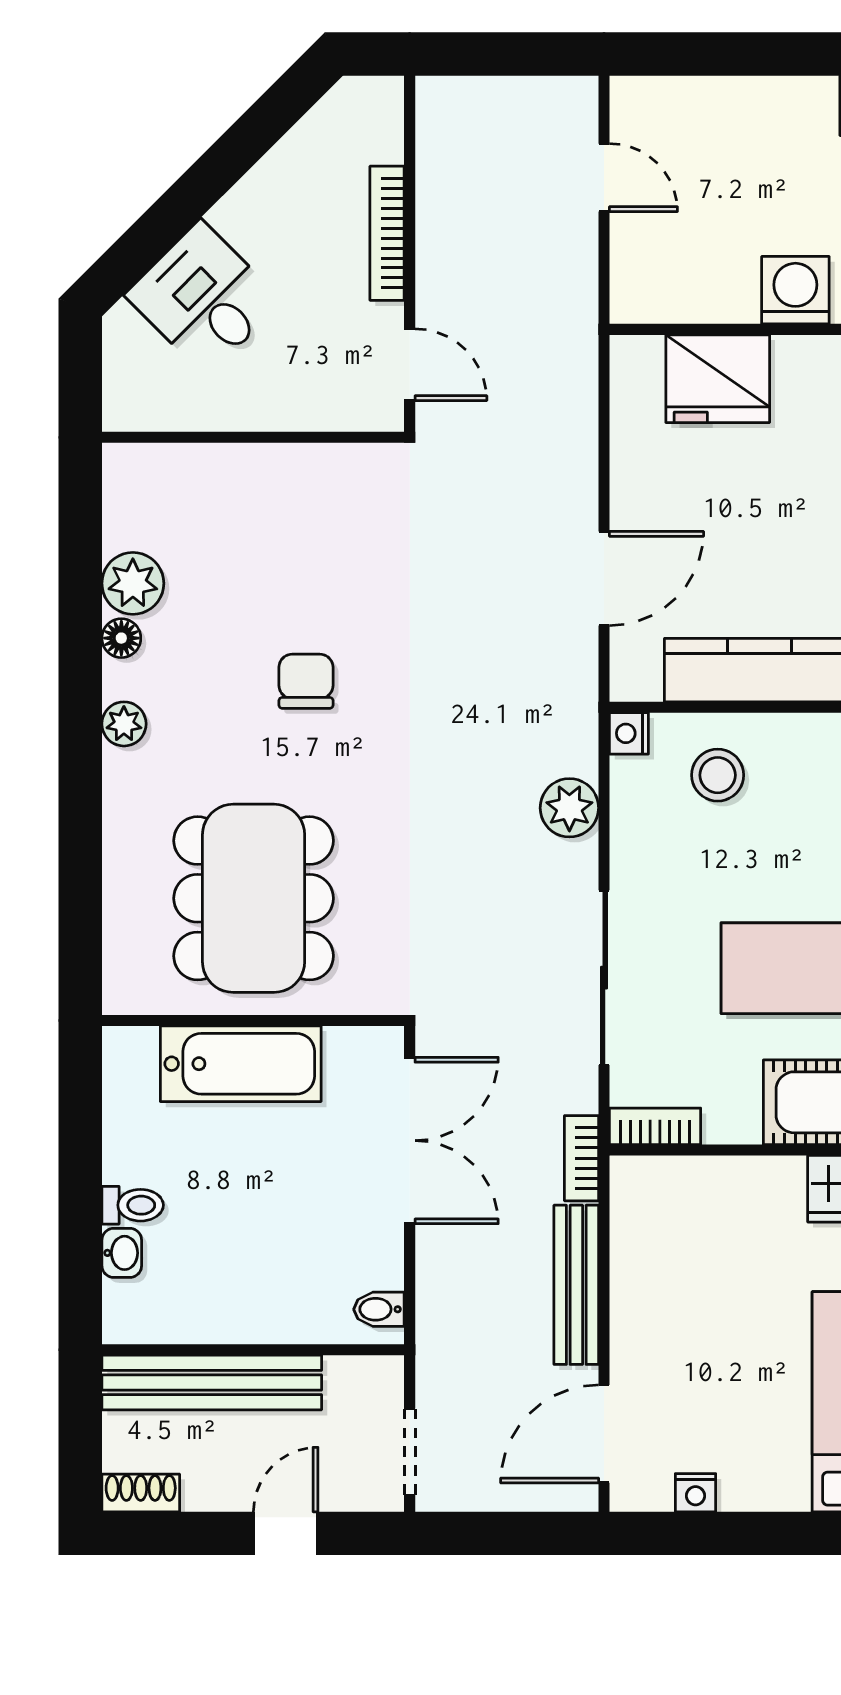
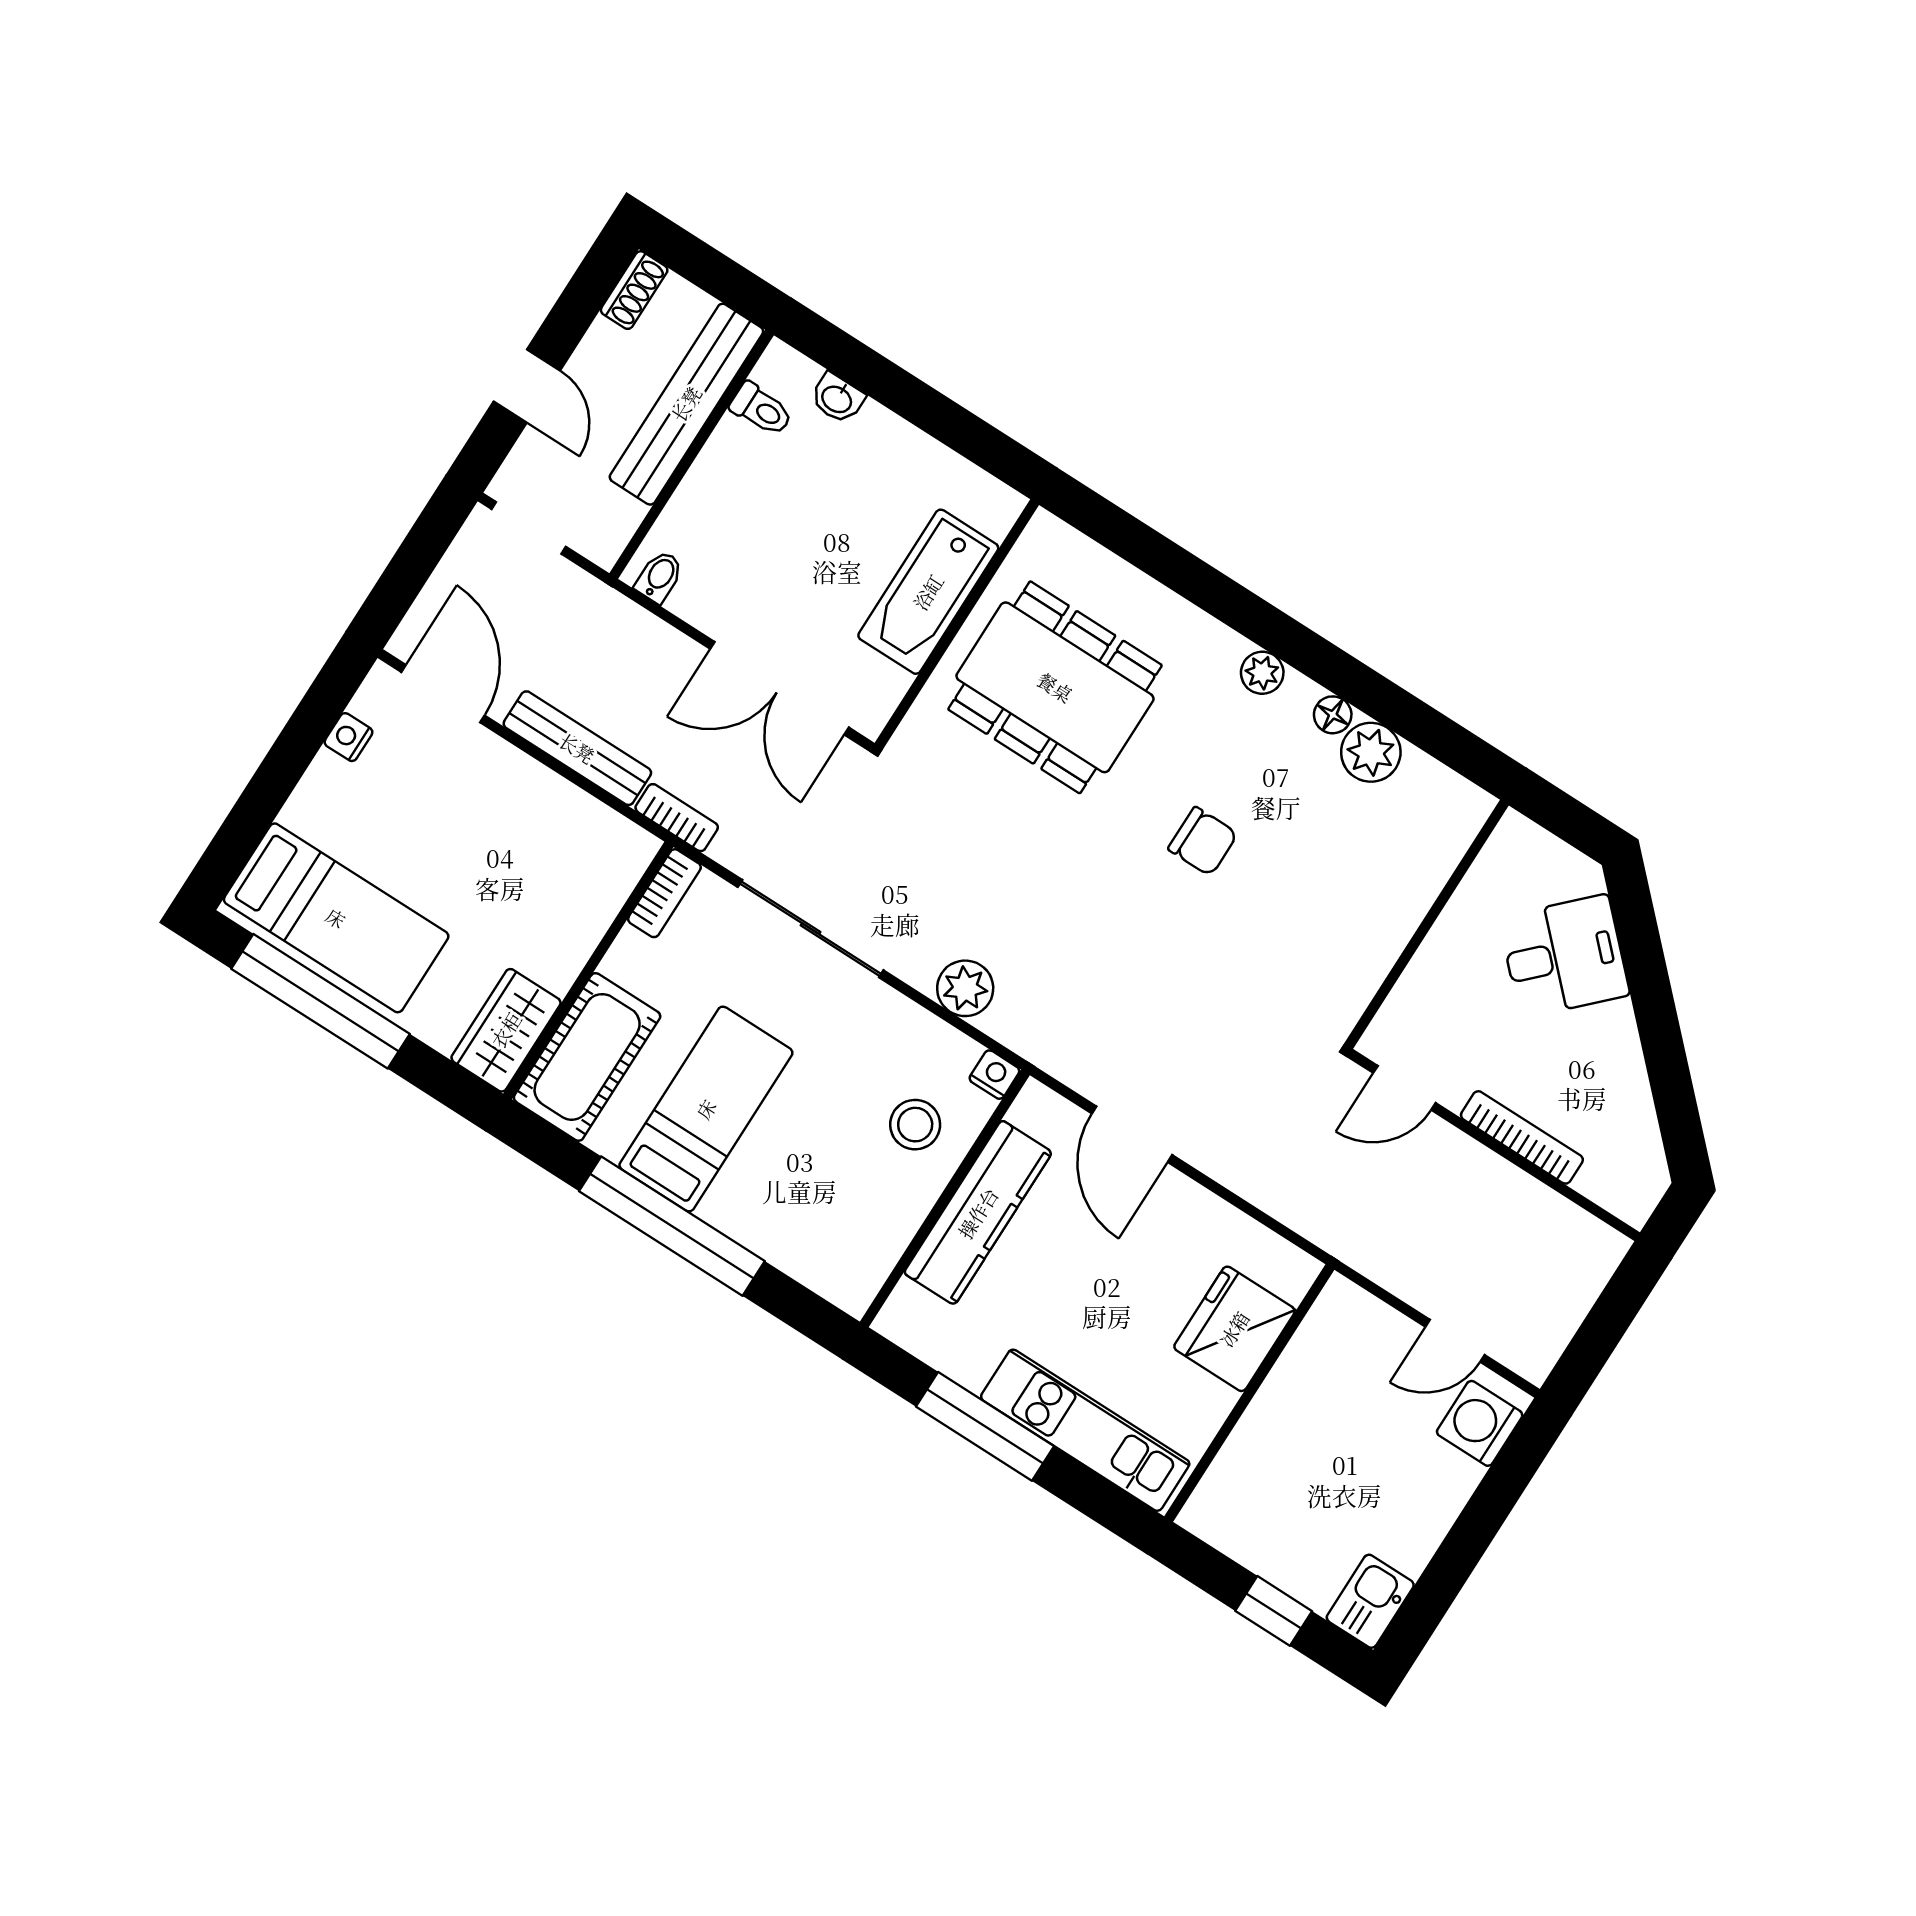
washing machine: (795, 290) -> (1480, 1423), moved, turned 180
toilet: (133, 1205) -> (761, 409), moved, turned -90

